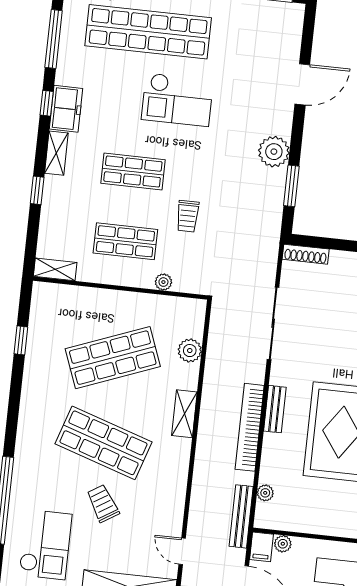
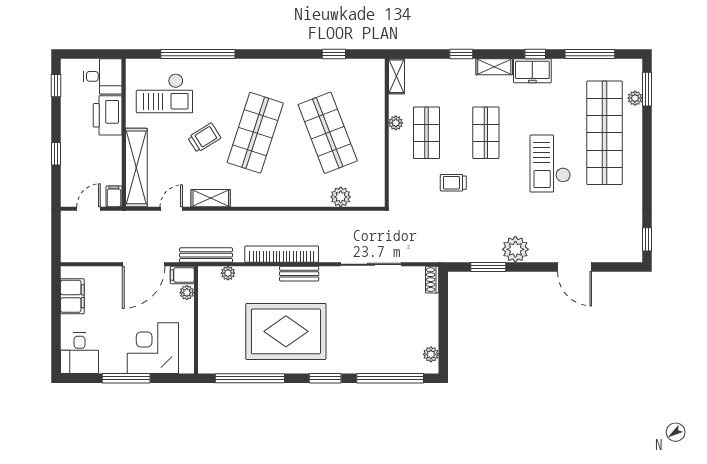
shoe rack: (306, 254) -> (432, 280), width x0.70
plant: (163, 282) -> (396, 123), moved
shelving: (184, 414) -> (211, 198), moved

